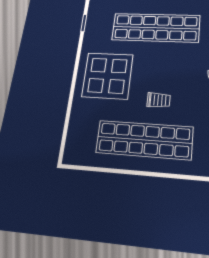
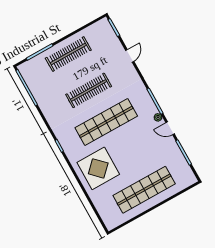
trolley: (159, 100) -> (137, 164), removed

